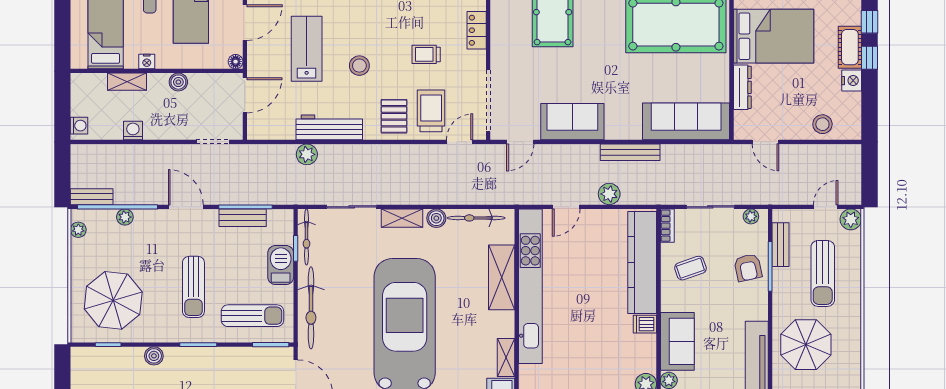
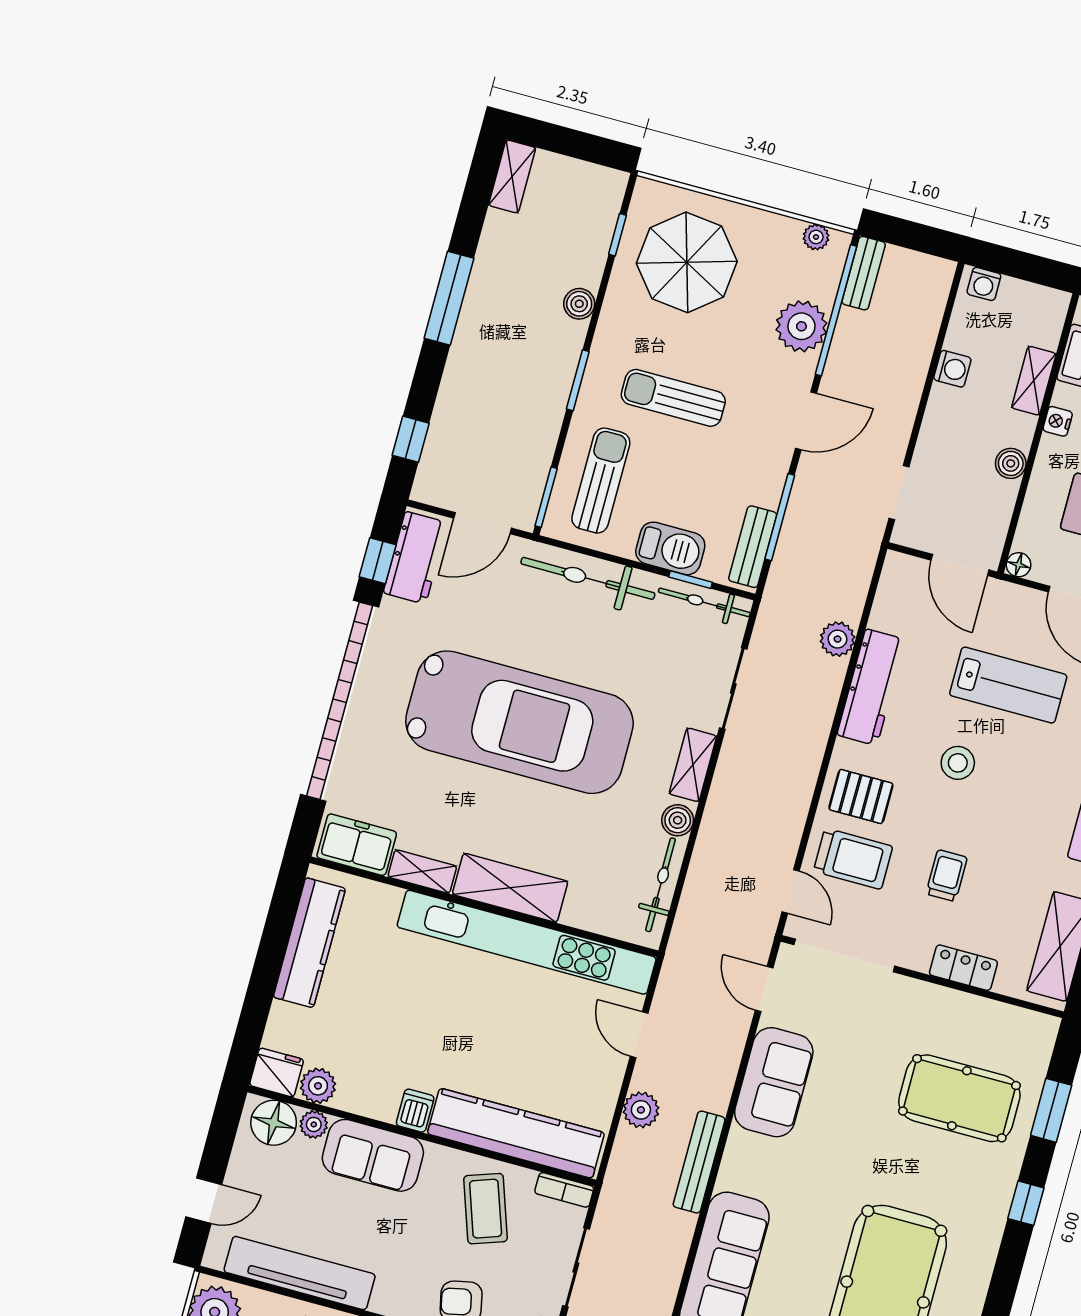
plant: (125, 217) -> (801, 326), width x1.87, depth x1.87
bench: (243, 218) -> (753, 547), moved
coffee table: (690, 268) -> (486, 1209), width x1.36, depth x1.30
shelving: (502, 277) -> (510, 888), moved
sun lounger: (252, 316) -> (601, 481), turned 180

